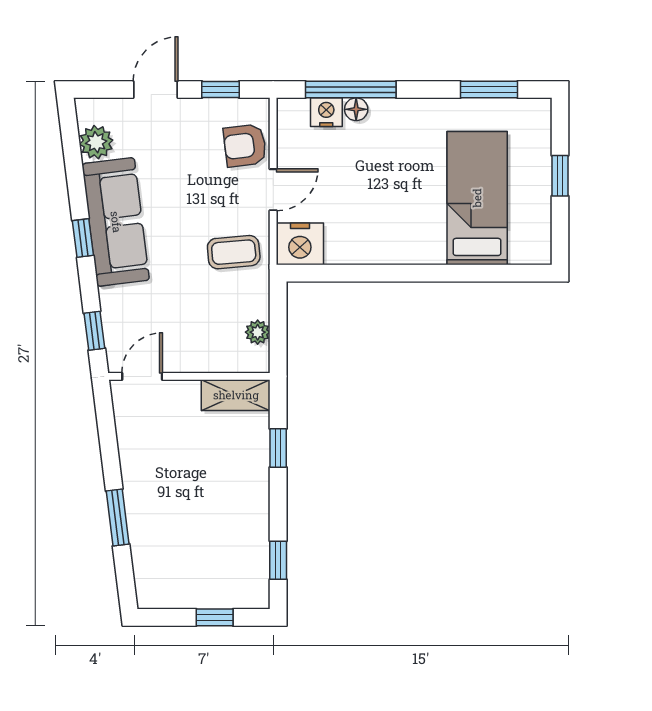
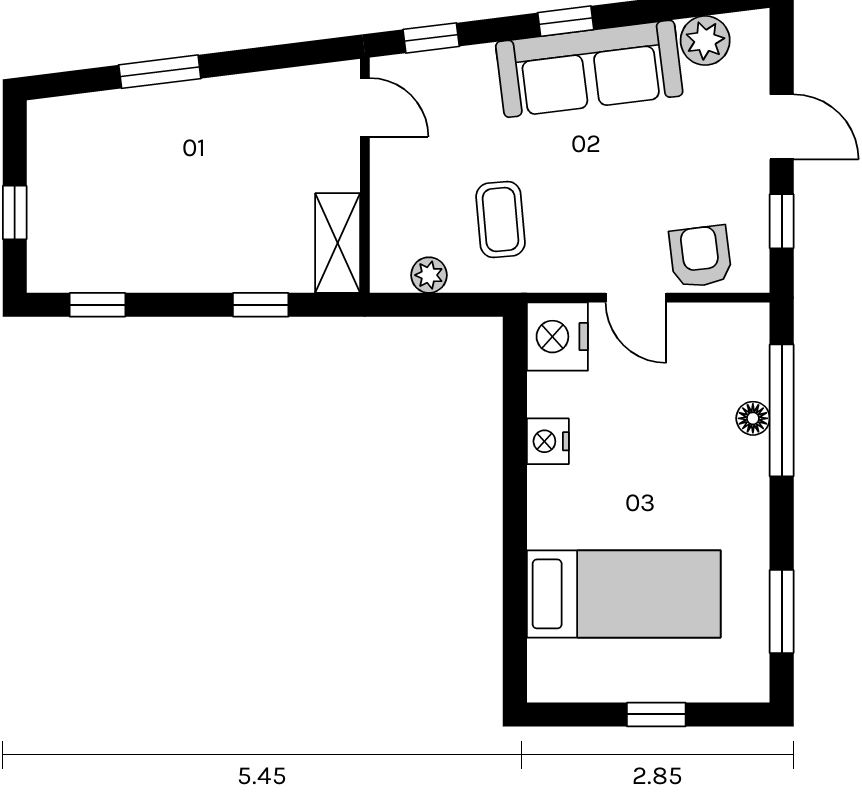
nightstand: (326, 112) -> (548, 441), moved, turned 180
coffee table: (234, 252) -> (501, 219), moved

